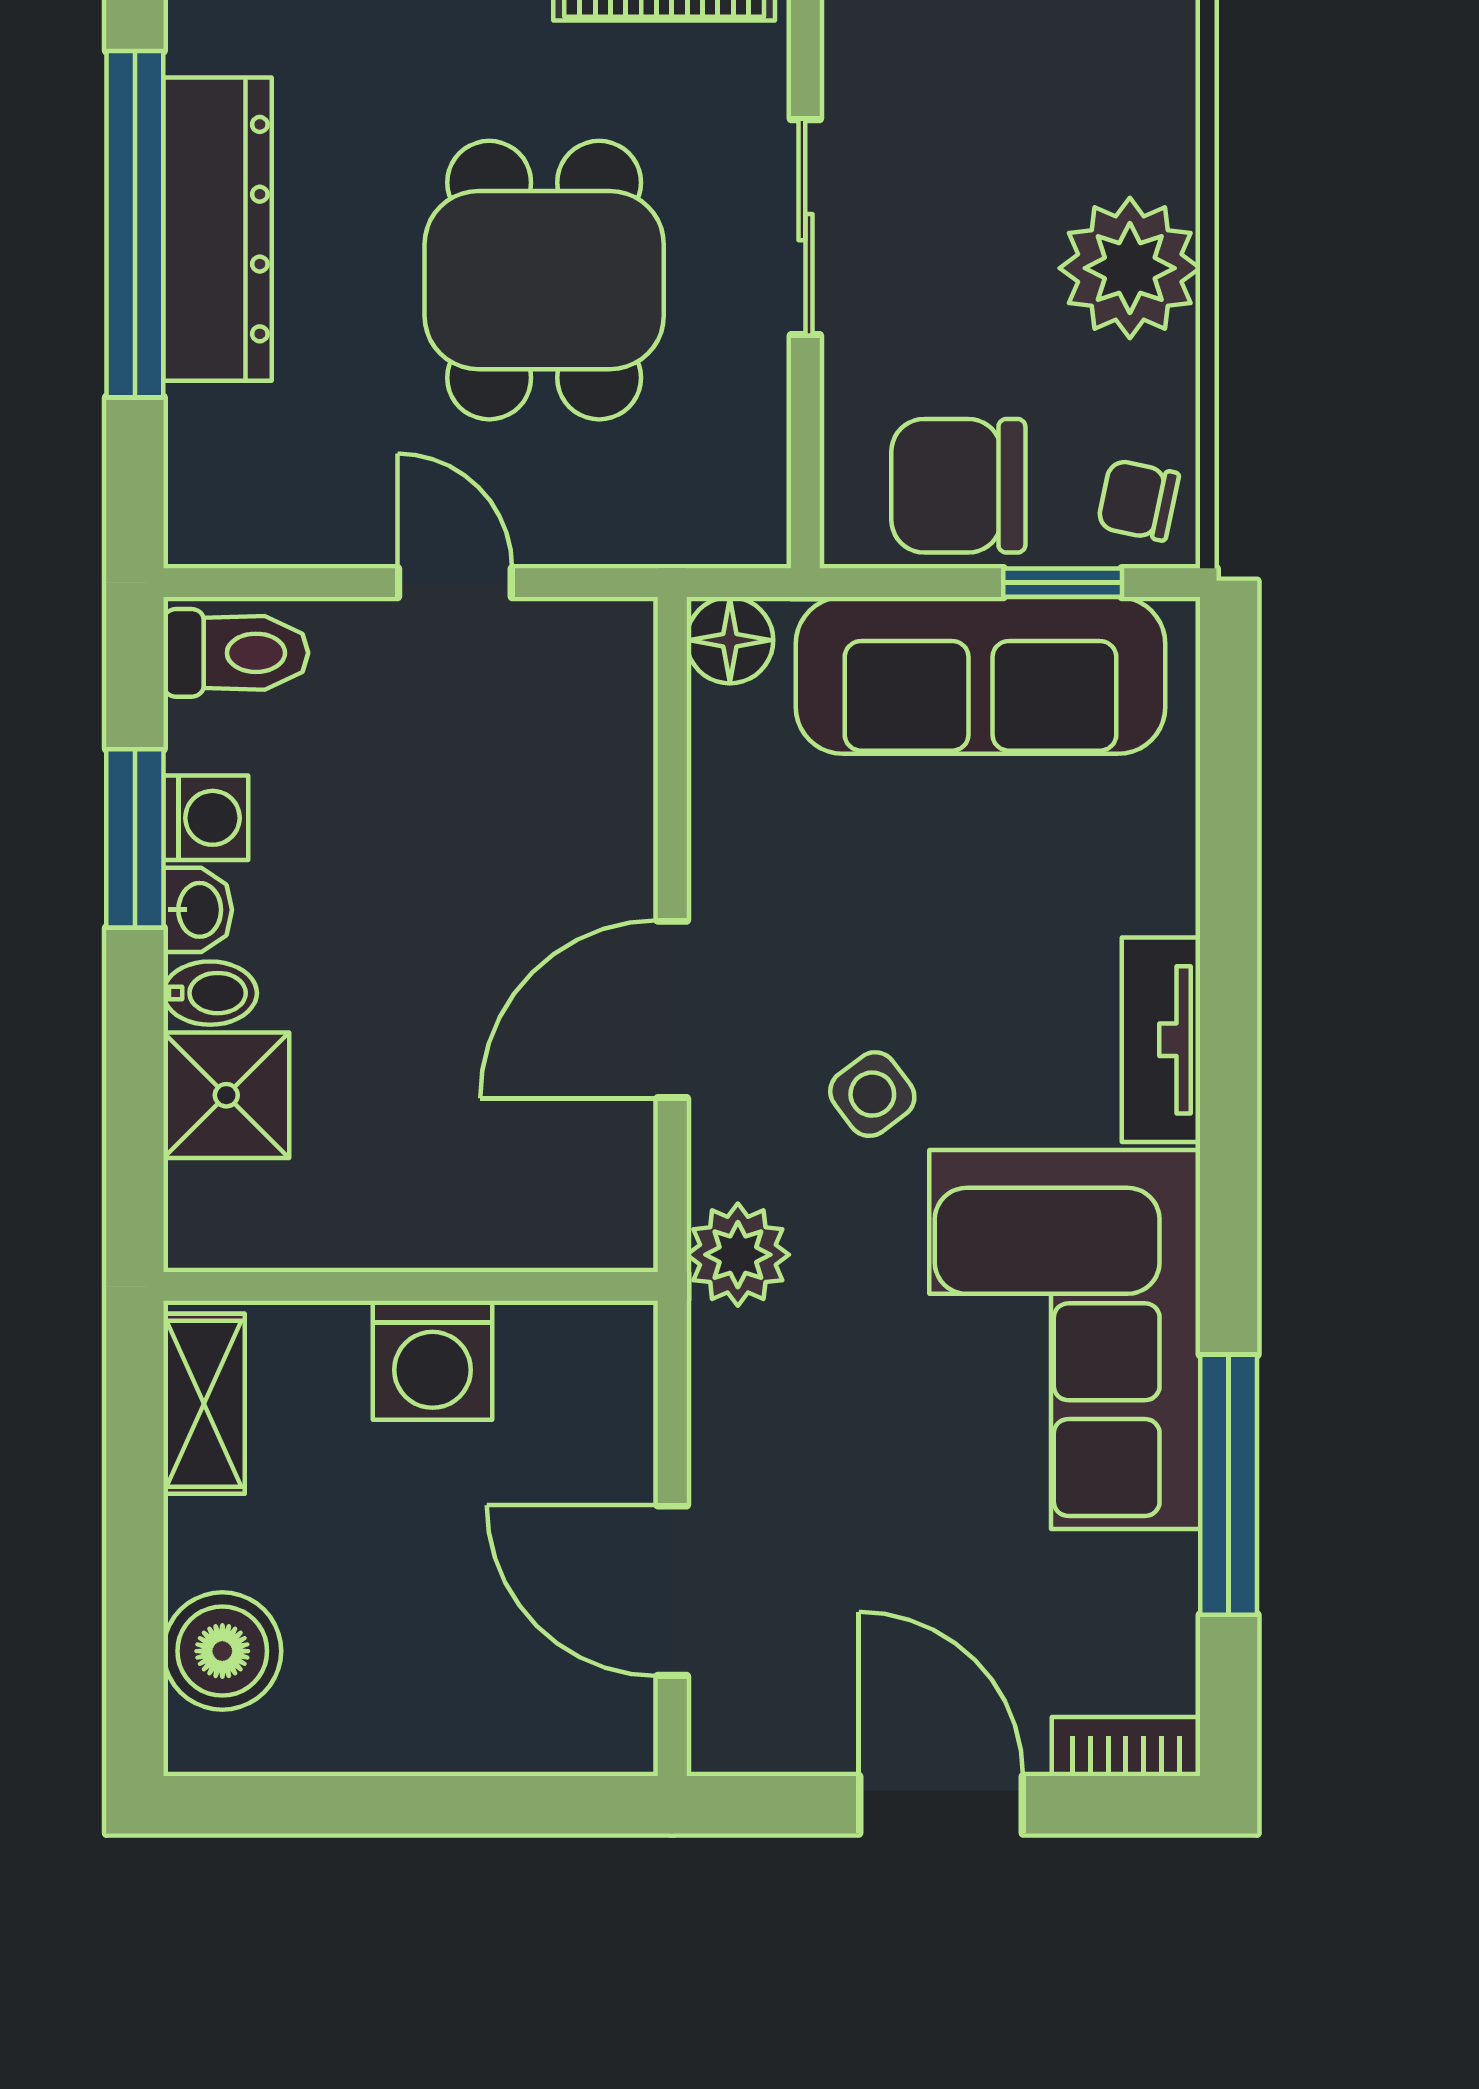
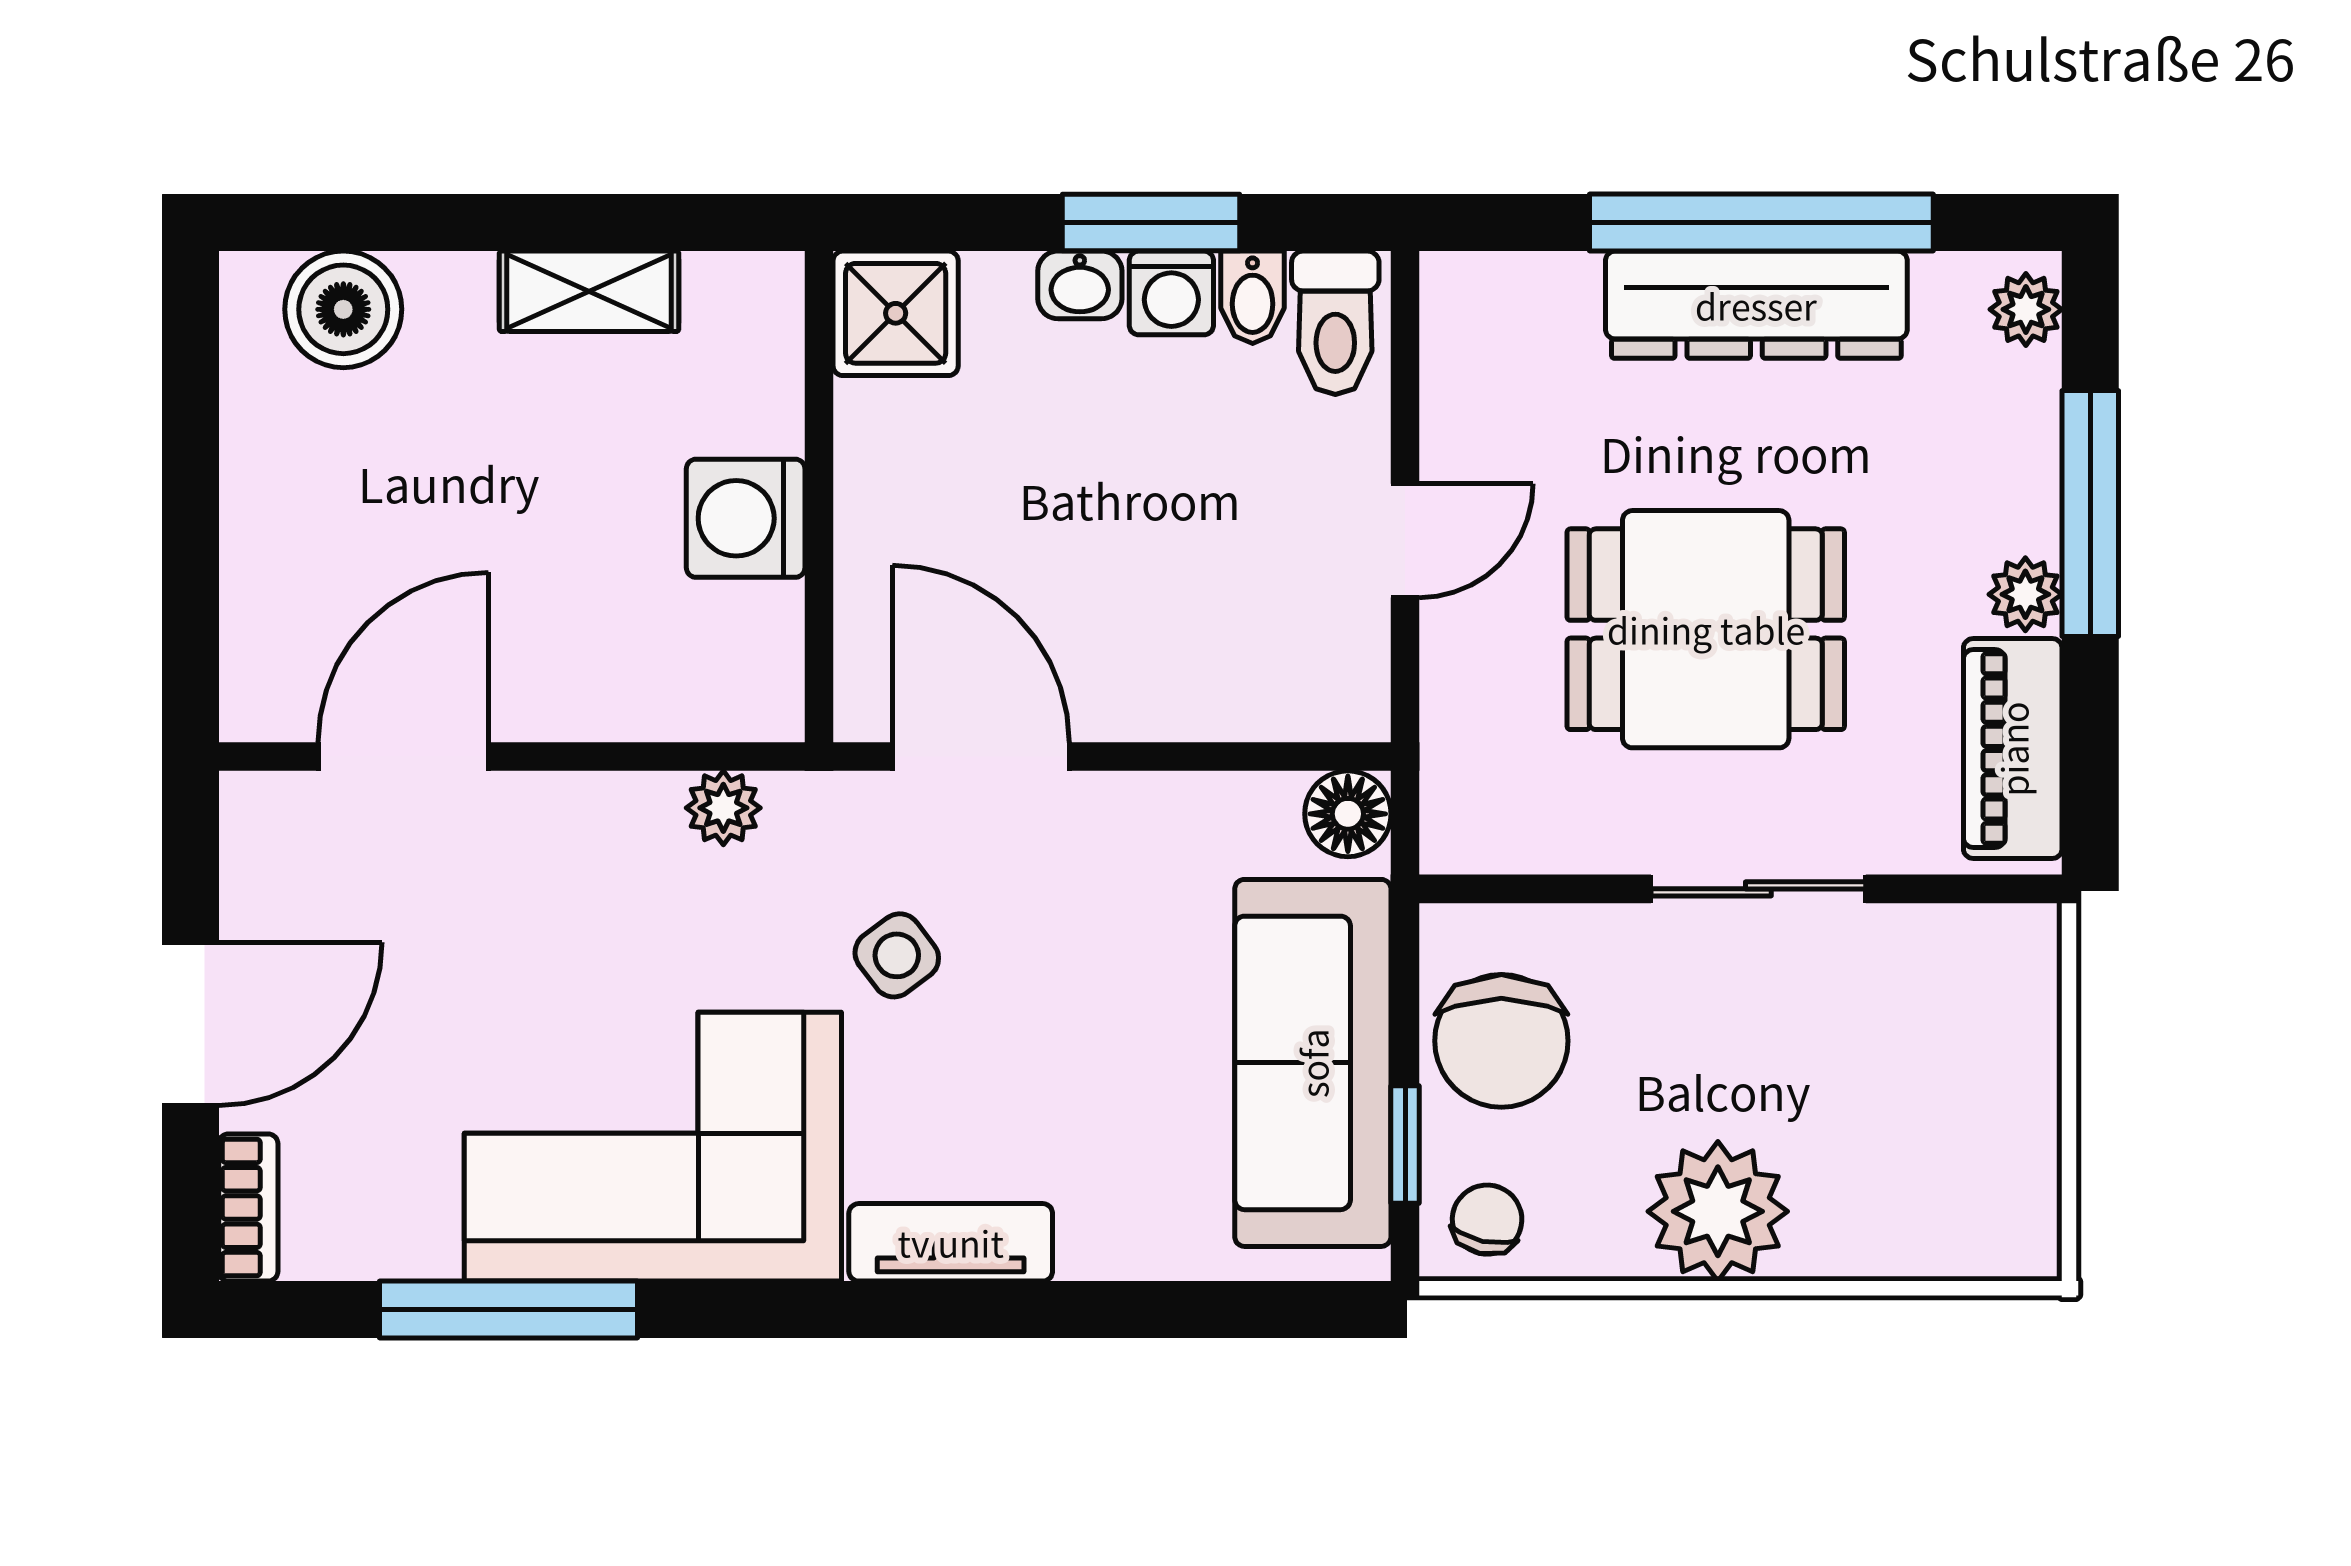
chair: (958, 486) -> (1501, 1041), turned 180
bidet: (210, 993) -> (1253, 297), moved
plant: (738, 1255) -> (723, 808), width x0.73, depth x0.73
wall: (411, 1286) -> (819, 497), moved
washing machine: (432, 1360) -> (746, 518), moved

